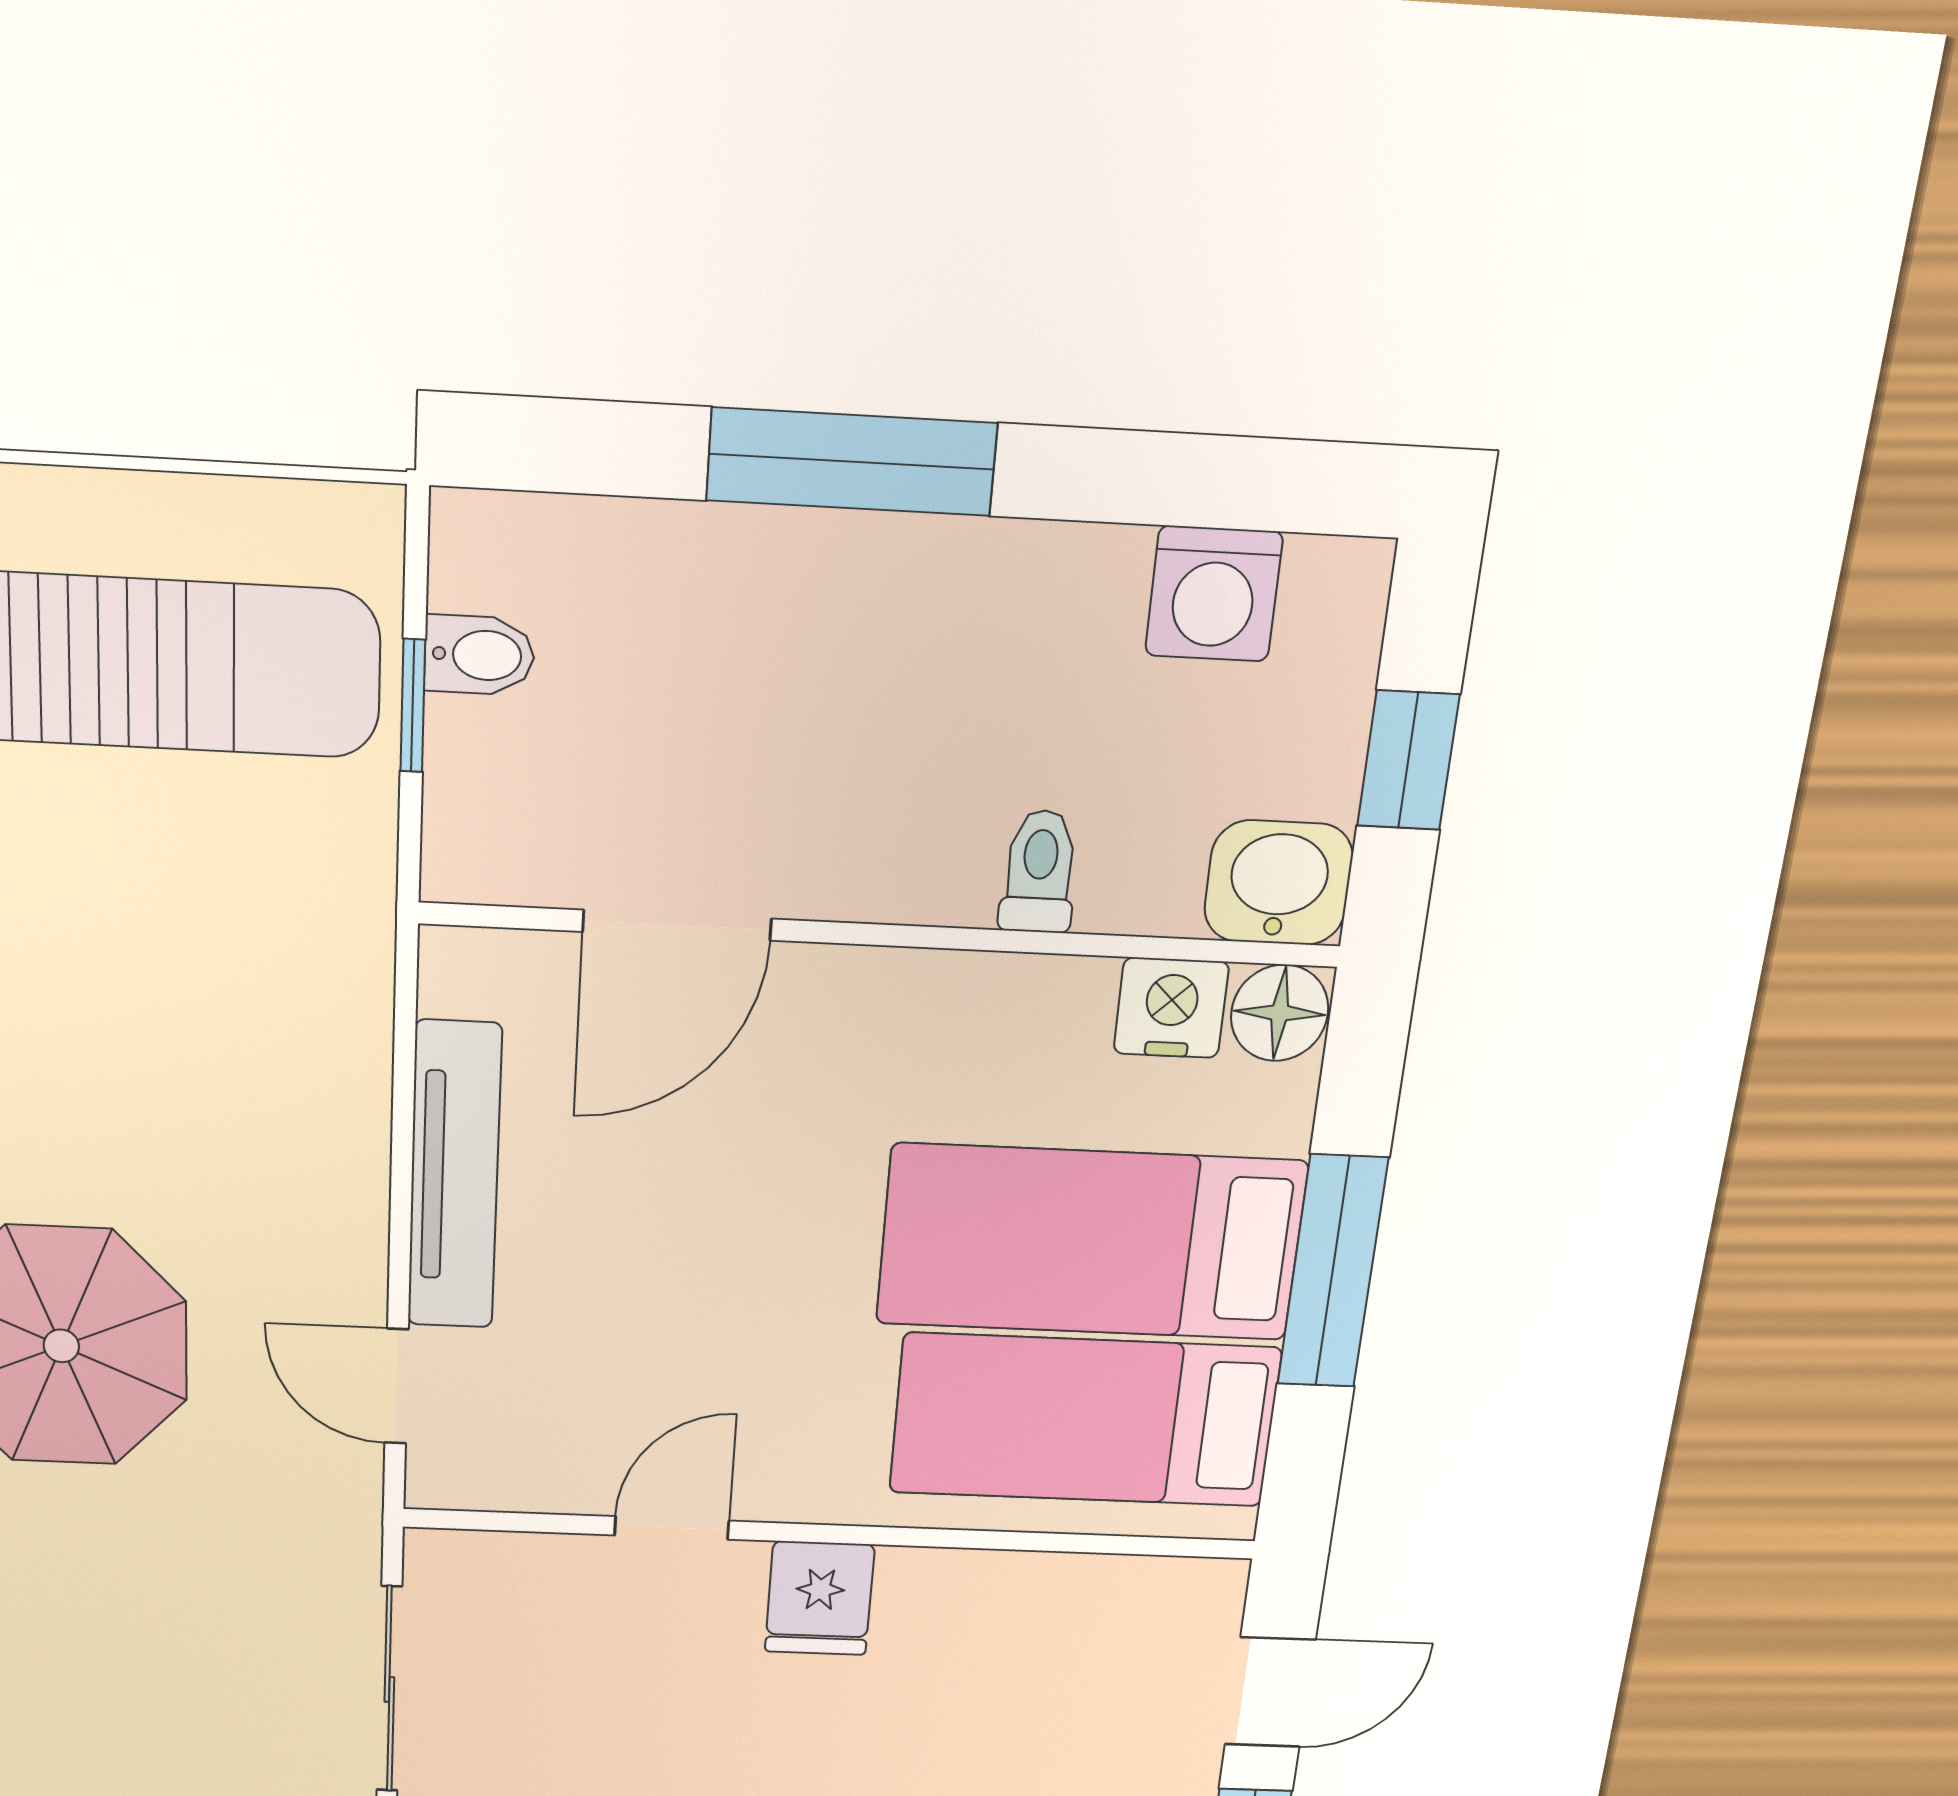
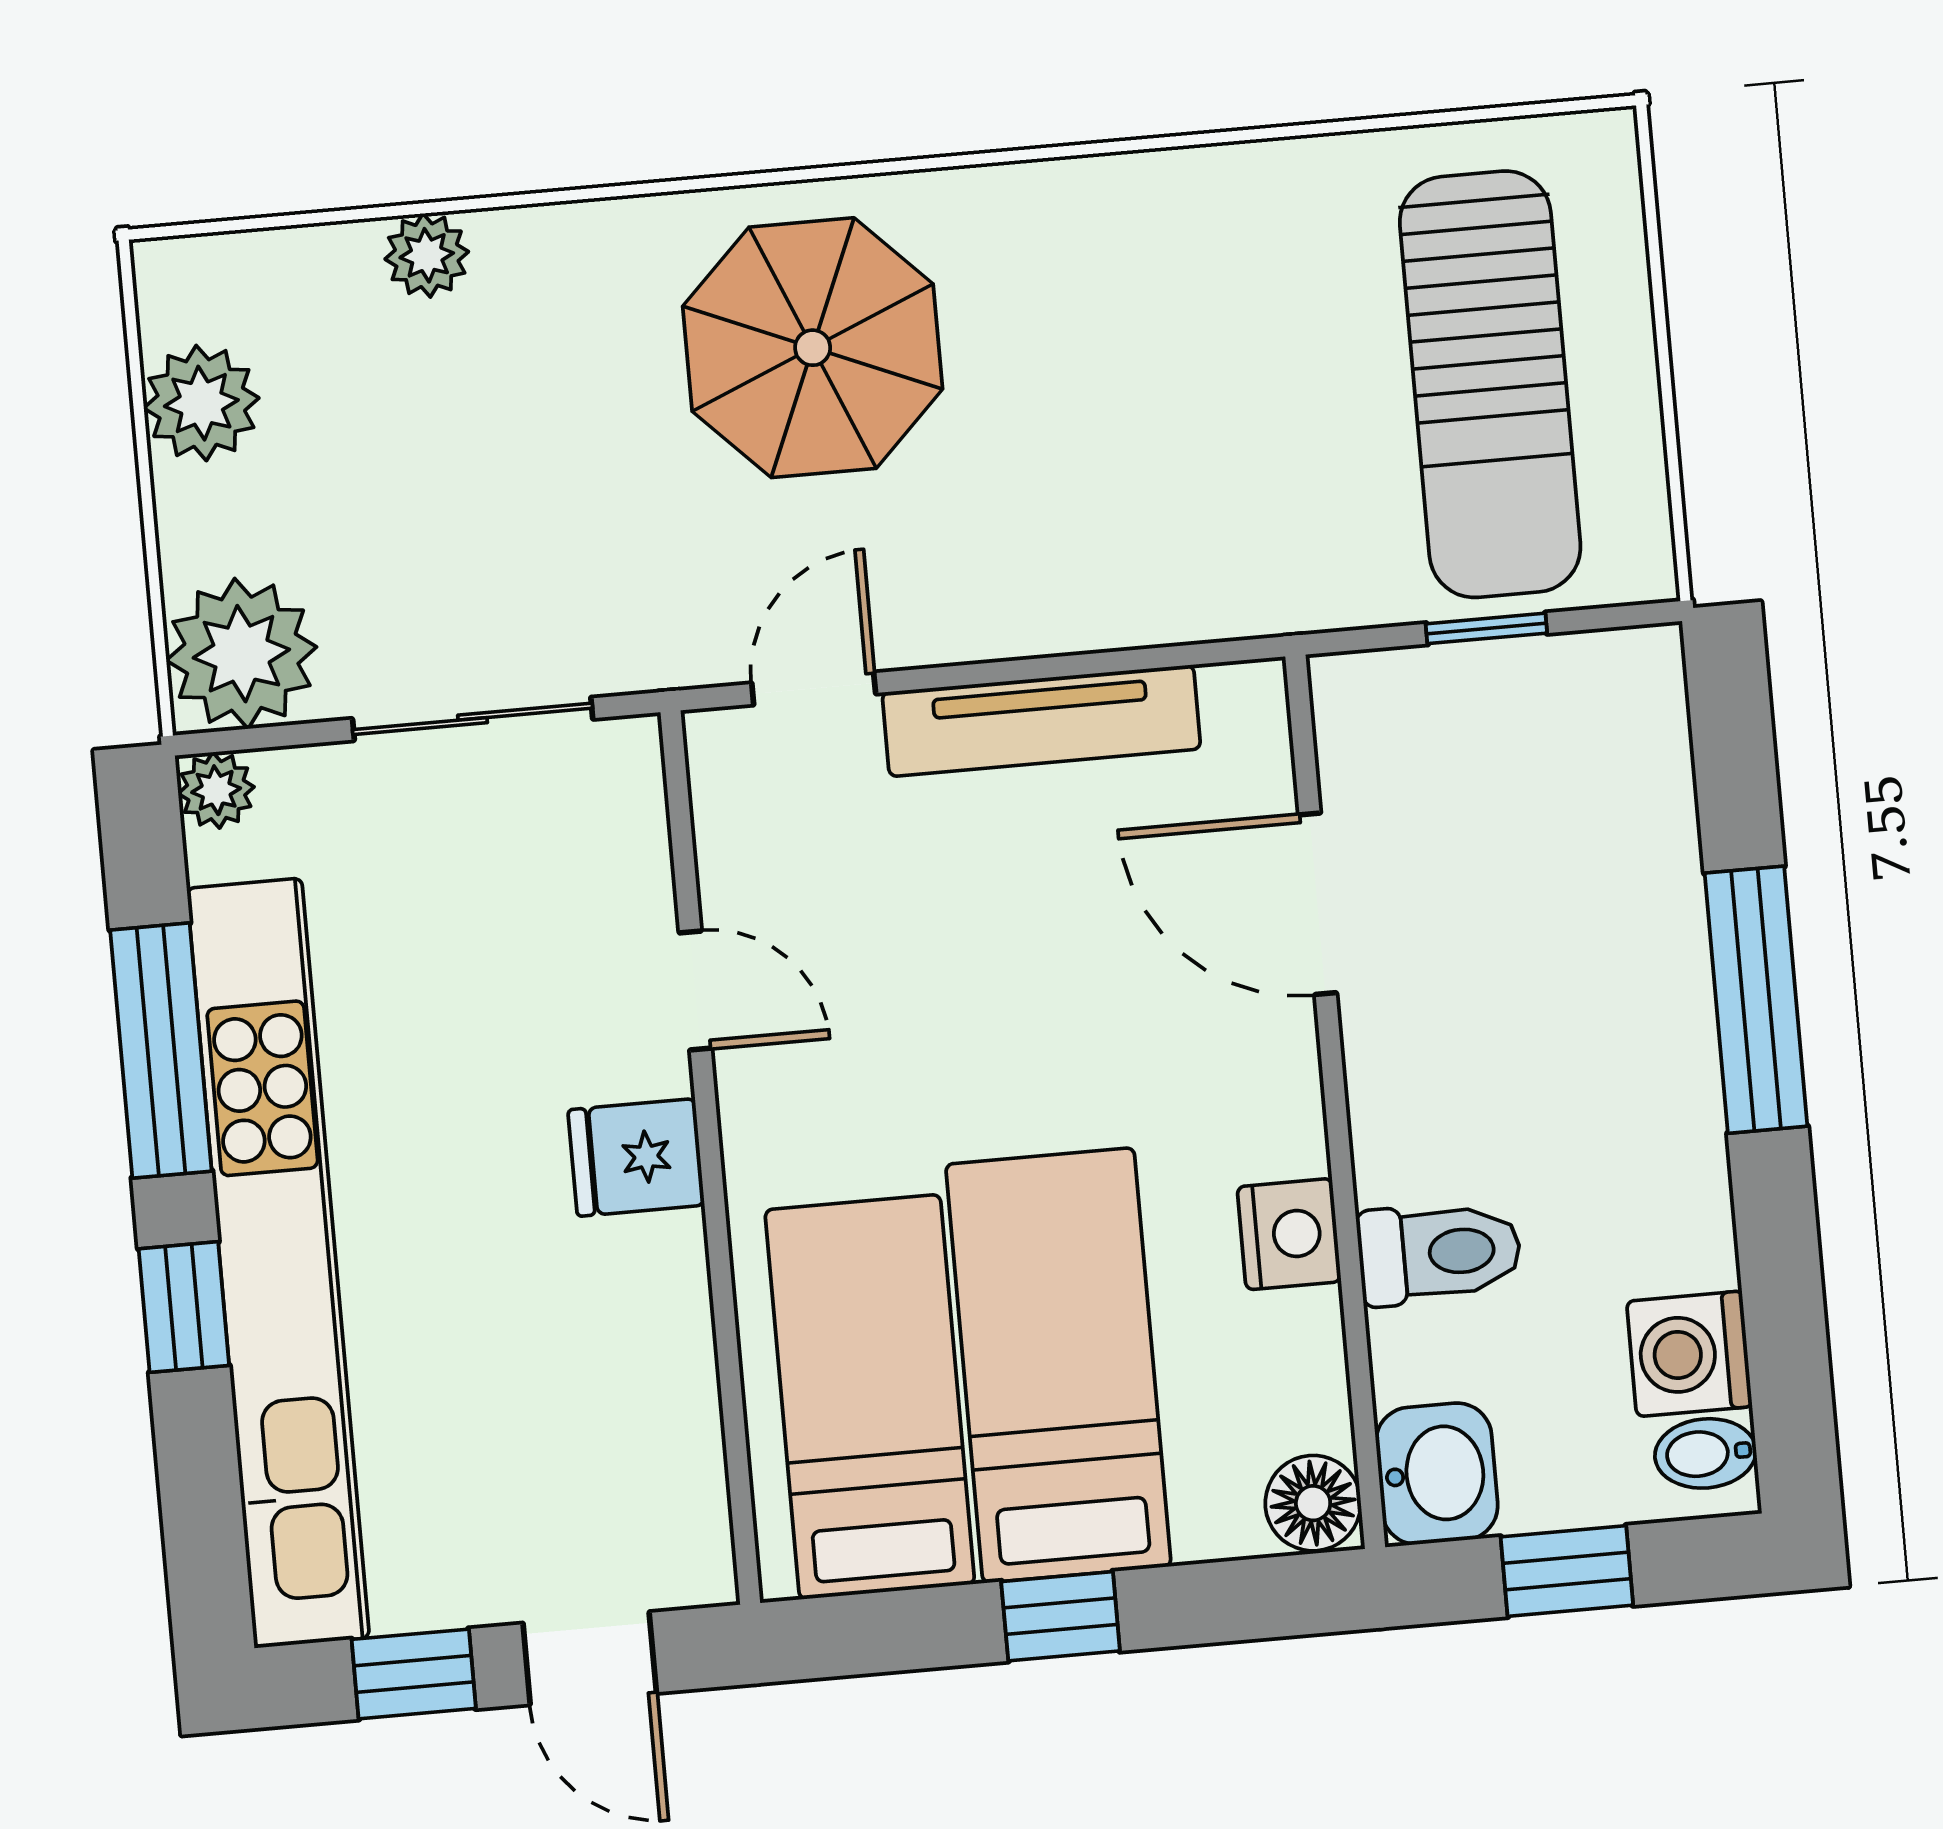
bidet: (479, 655) -> (1706, 1453), moved, turned 90
toilet: (1039, 871) -> (1439, 1253), width x1.37, depth x1.39
nightstand: (1171, 1008) -> (1289, 1234), moved
window: (1332, 1272) -> (1061, 1616), width x0.46

